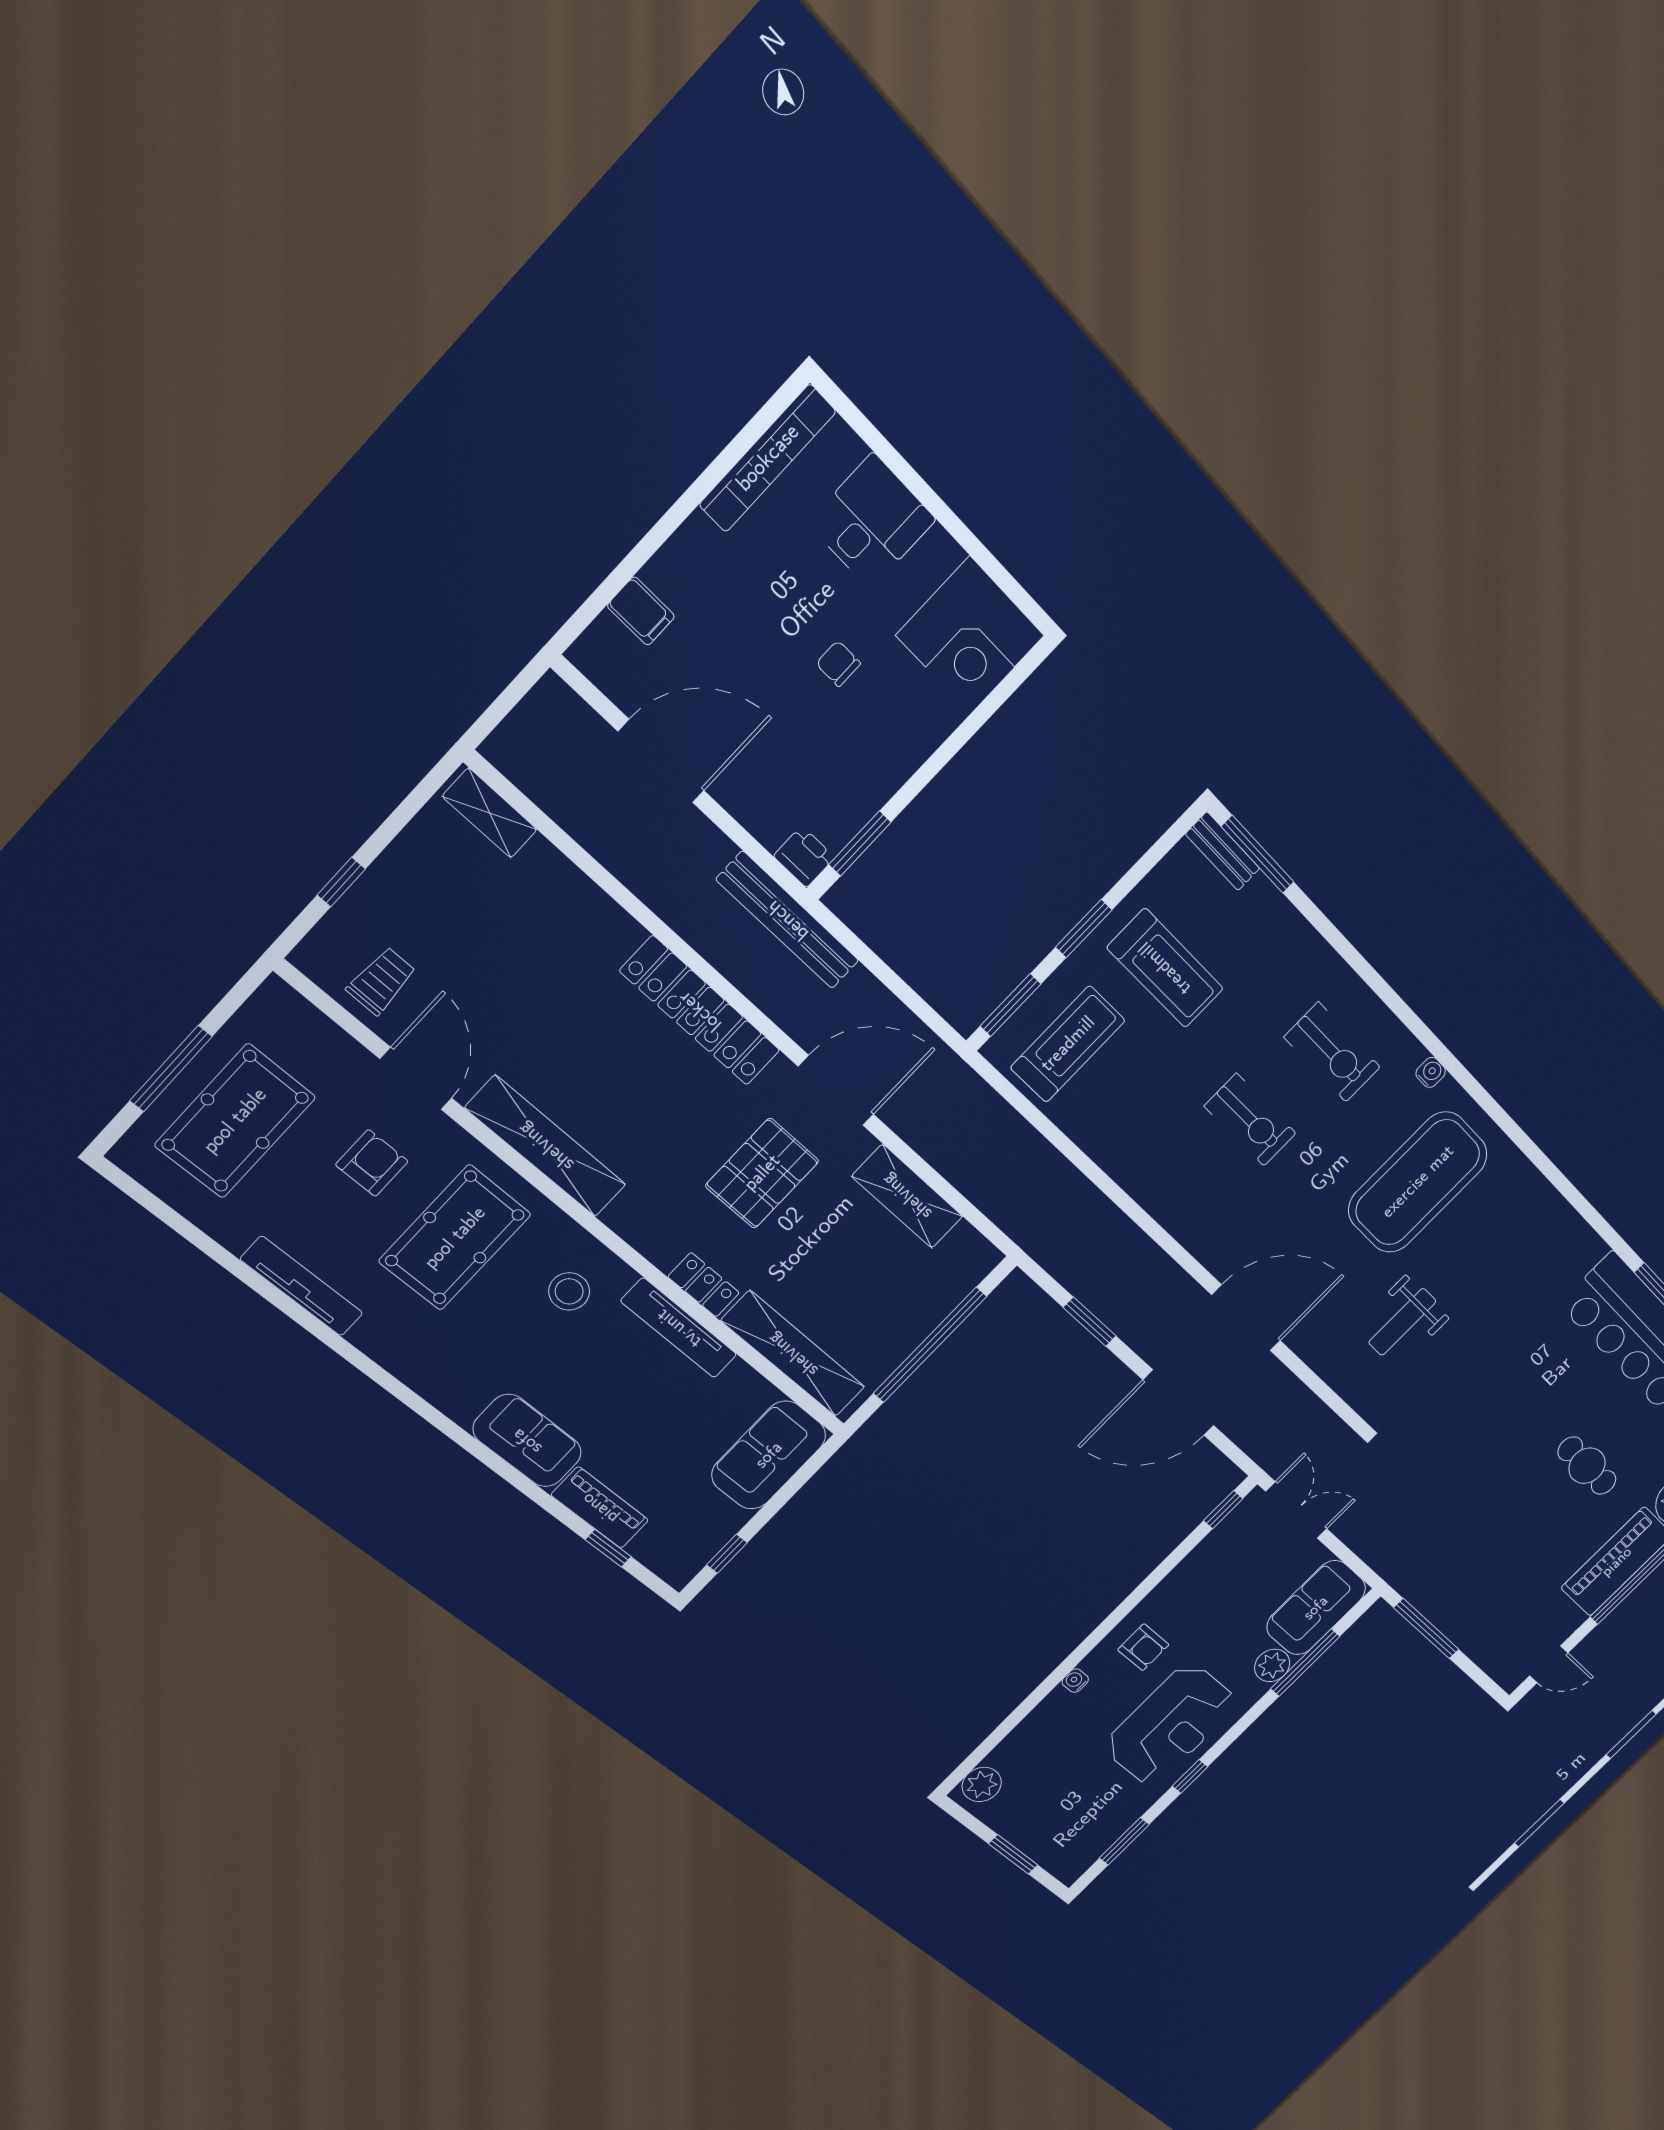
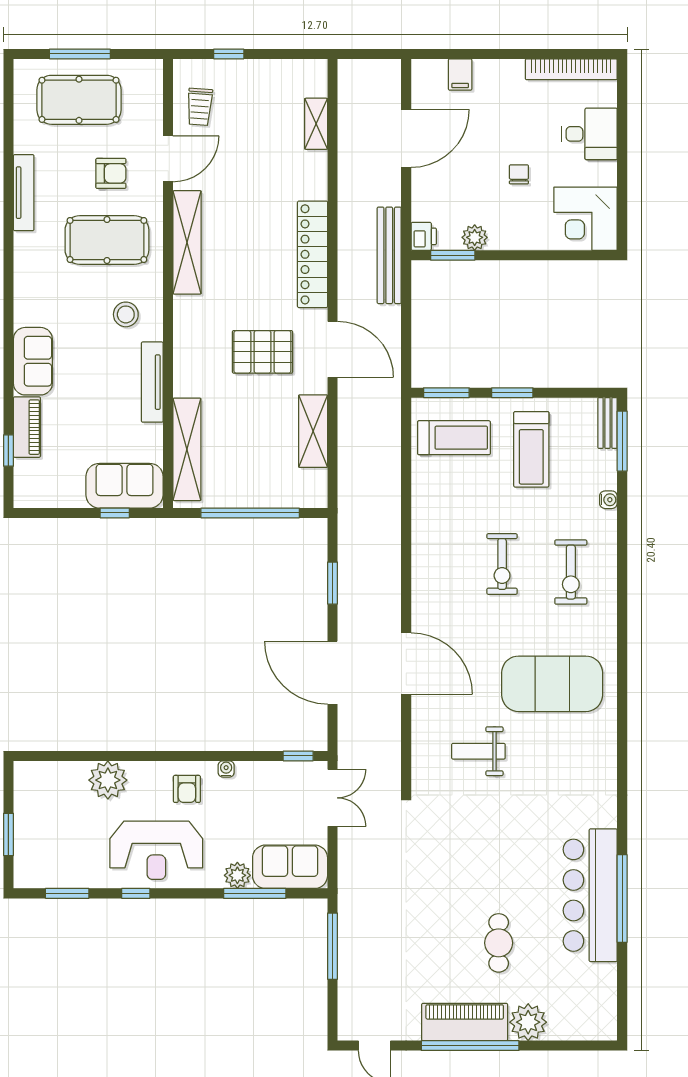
door: (661, 761) -> (406, 138), hinge flipped
plant: (864, 796) -> (475, 237), added
shelving: (490, 813) -> (316, 124), moved
trolley: (381, 981) -> (200, 107), turned 94
water cooler: (1431, 1072) -> (608, 500), moved
locker: (704, 1285) -> (184, 374), removed
window: (727, 1554) -> (115, 513), moved
water cooler: (1075, 1681) -> (226, 769), moved
plant: (982, 1784) -> (108, 780), moved, width x1.36, depth x1.36

